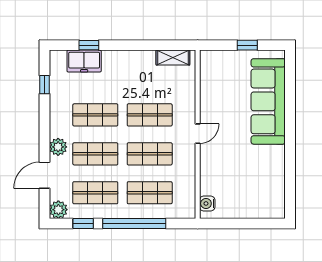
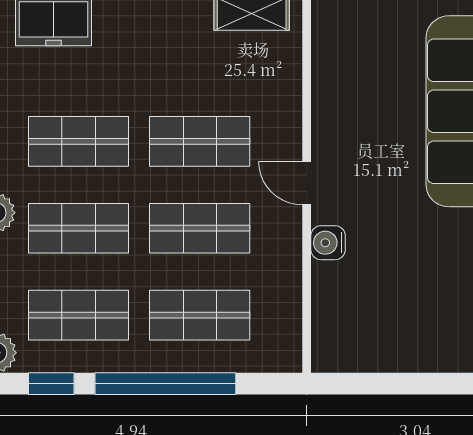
door: (198, 134) -> (307, 183), swing flipped
water cooler: (207, 203) -> (328, 243), moved

